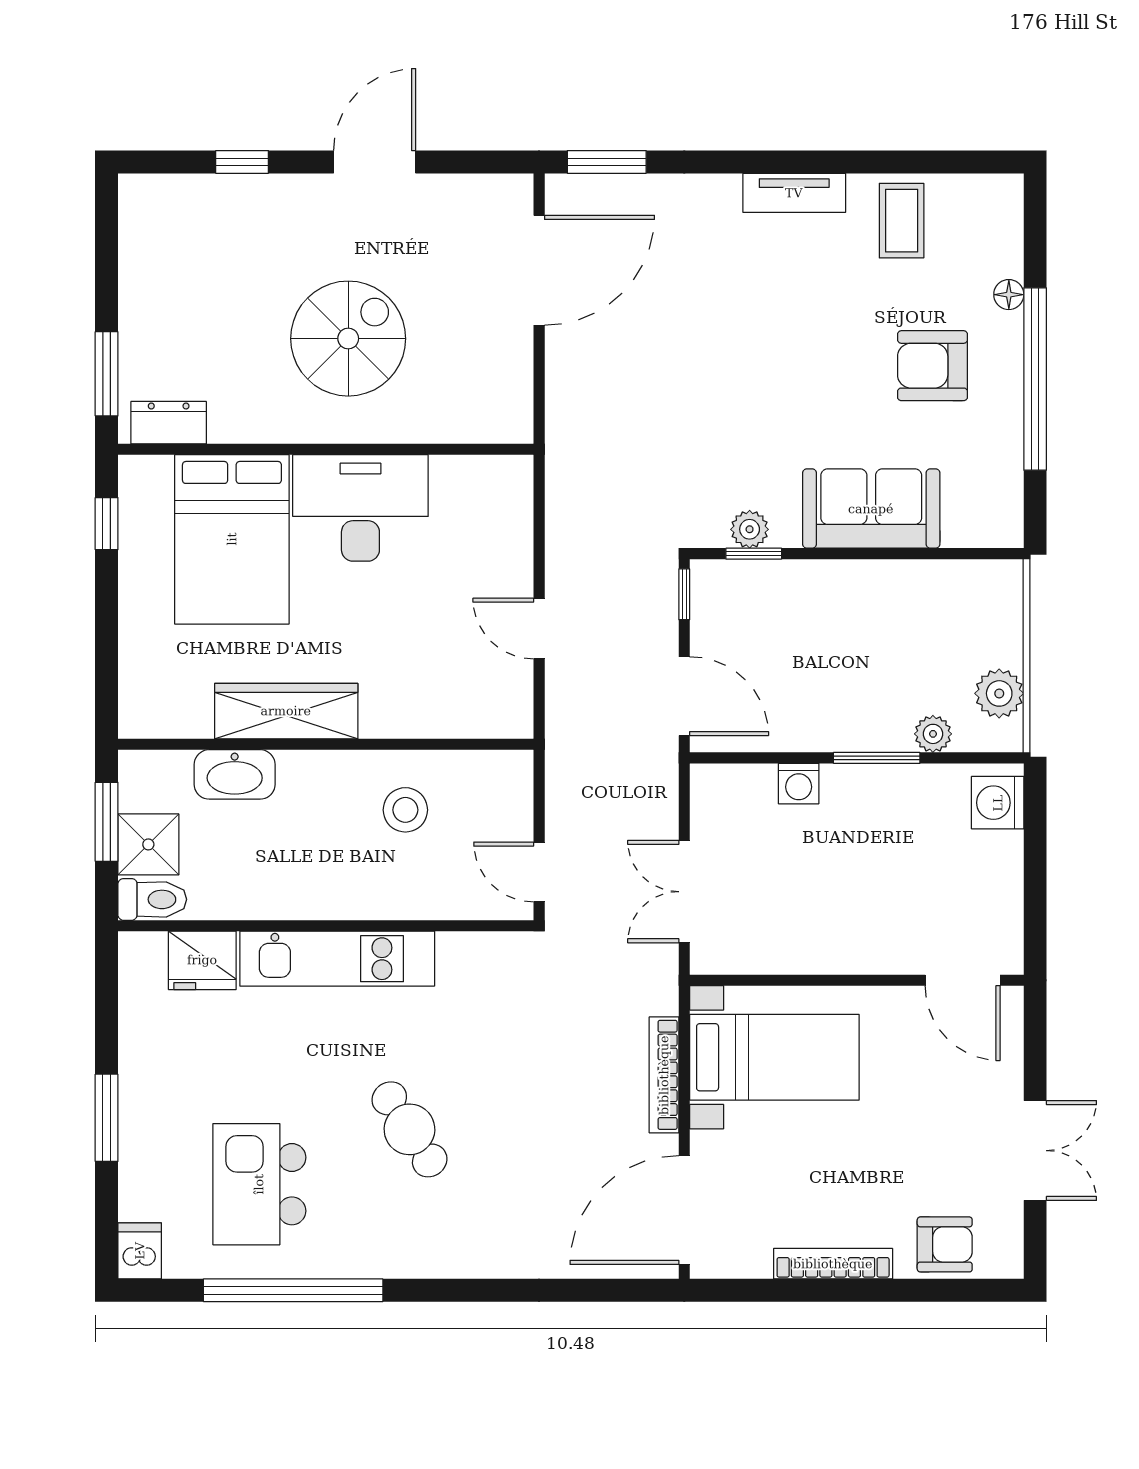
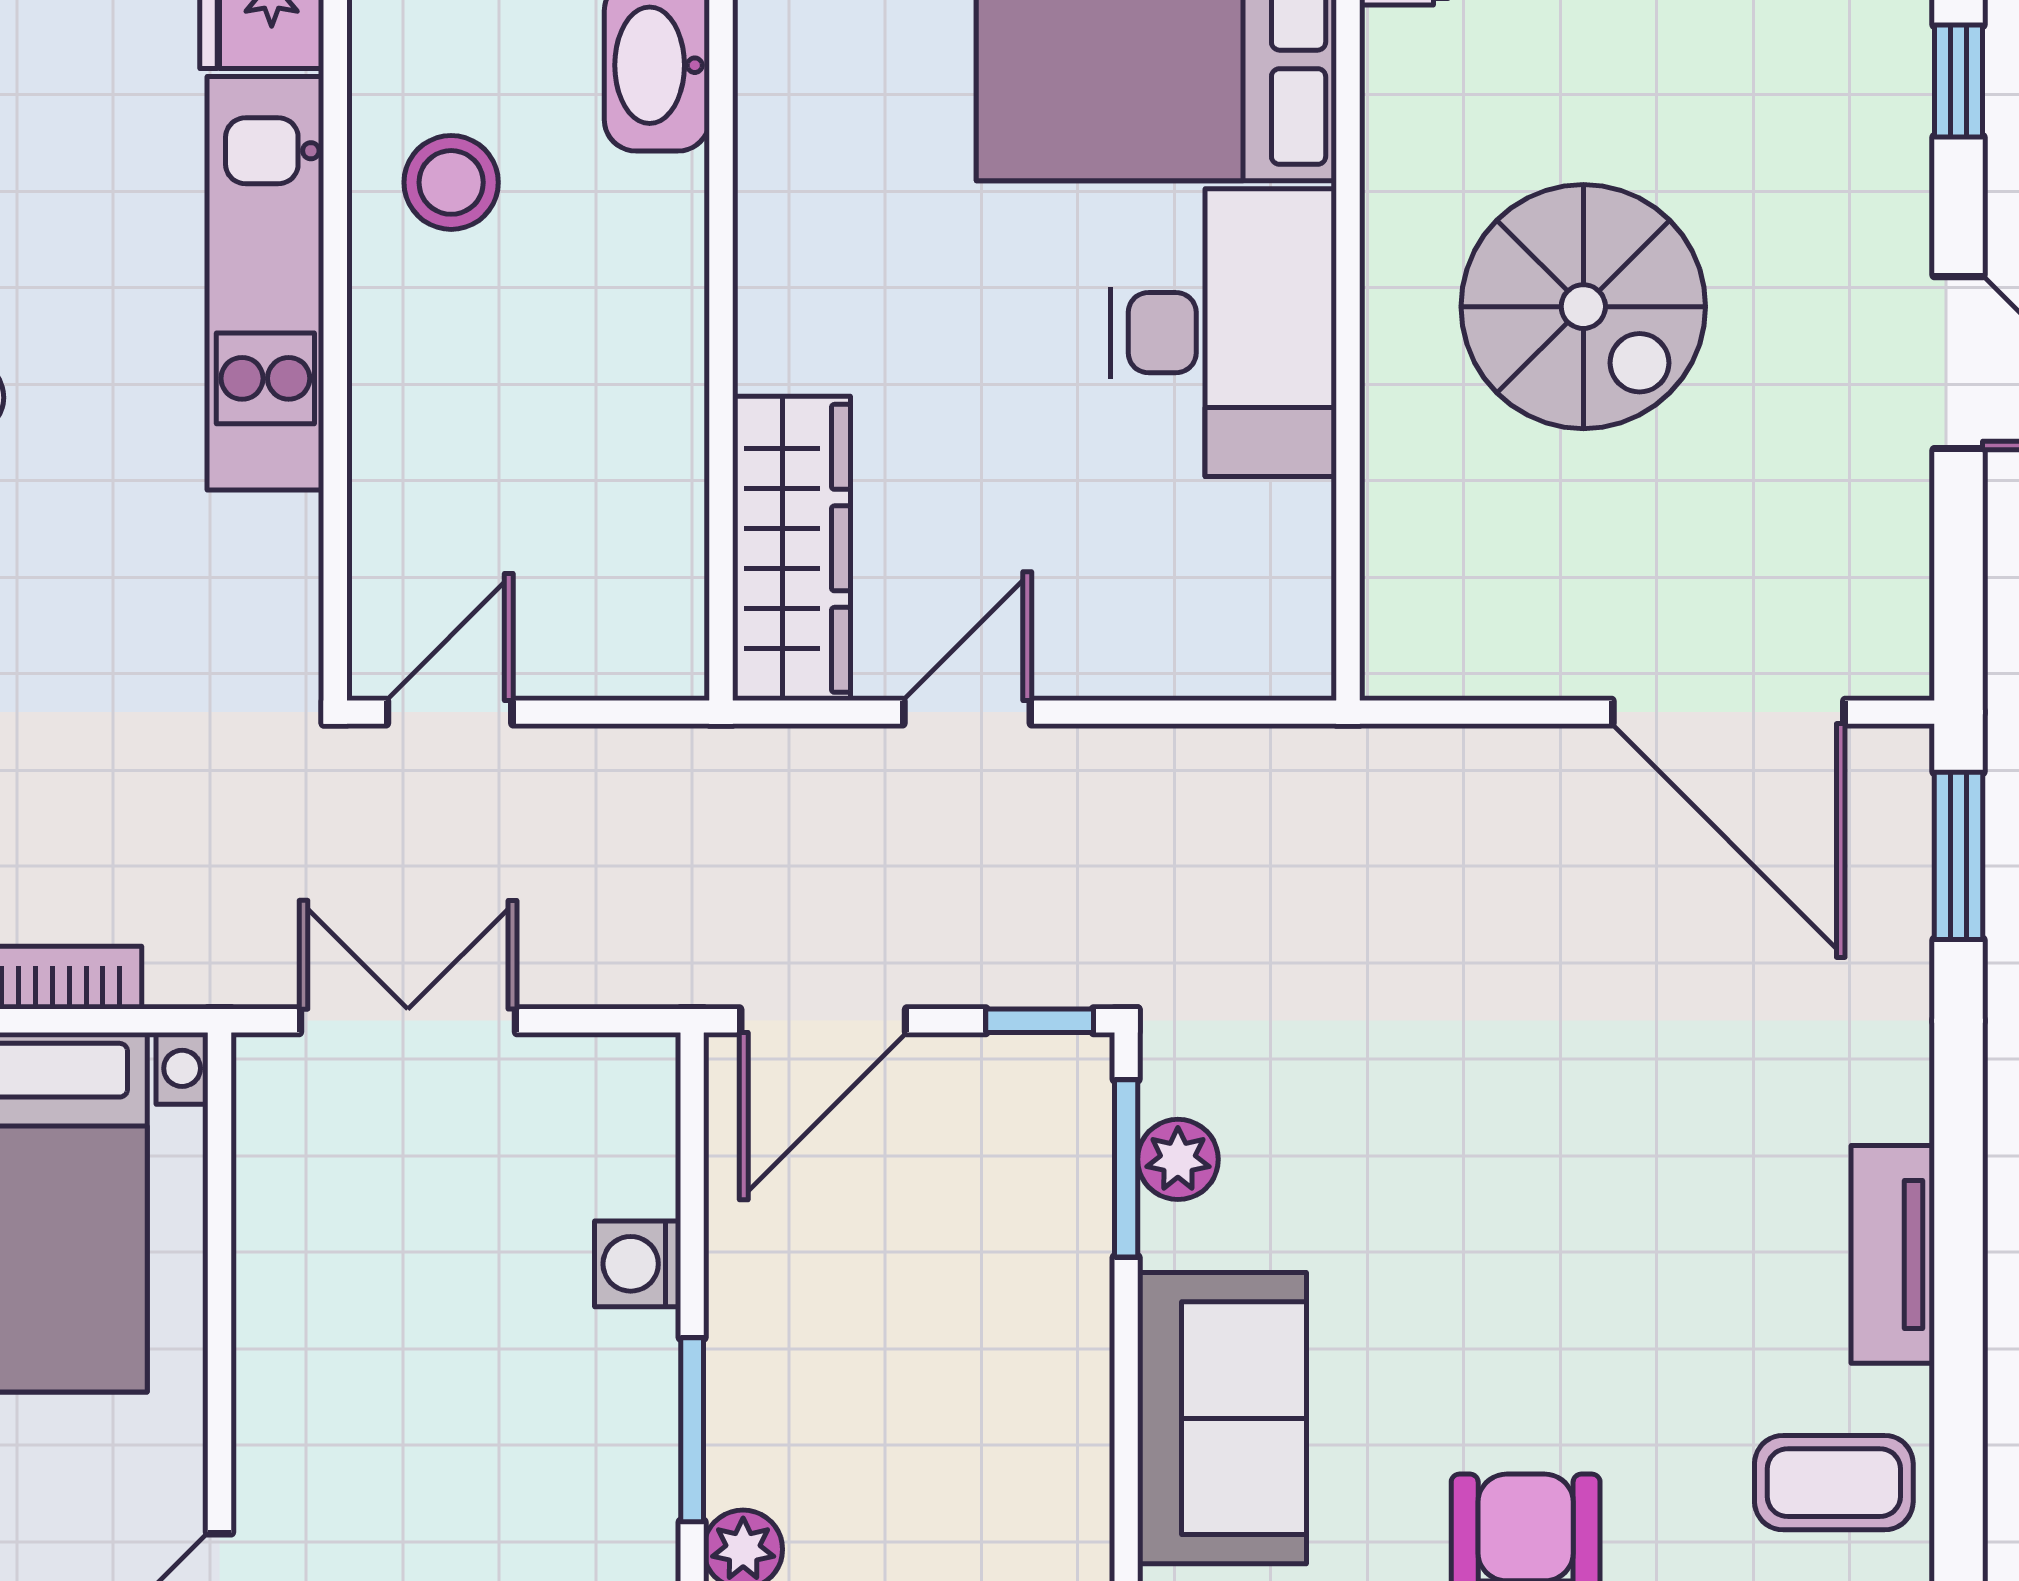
window: (754, 554) -> (1126, 1168), width x1.50
wardrobe: (286, 711) -> (791, 548), moved
stool: (405, 810) -> (451, 182), moved

